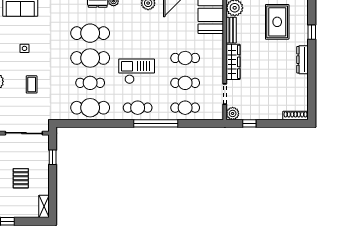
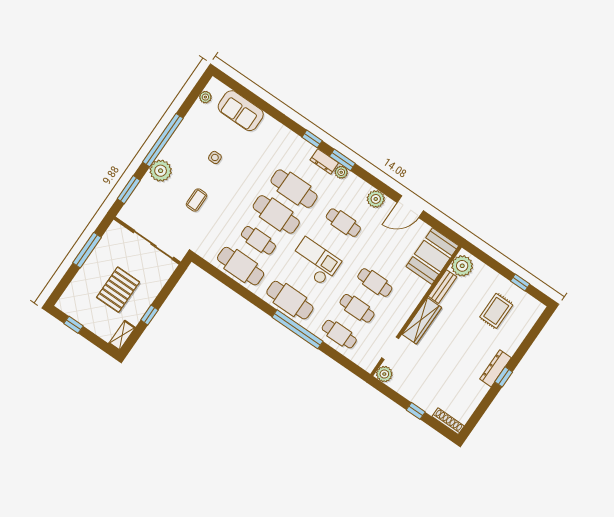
rug: (277, 22) -> (496, 311), width x0.73, depth x0.70
window: (312, 32) -> (504, 377), moved
cafe table: (138, 33) -> (343, 223), added
cafe table: (138, 108) -> (290, 300), width x1.37, depth x1.35
window: (249, 123) -> (416, 411), moved
window: (53, 157) -> (149, 315), moved
pallet: (21, 178) -> (118, 290), width x1.50, depth x1.42

